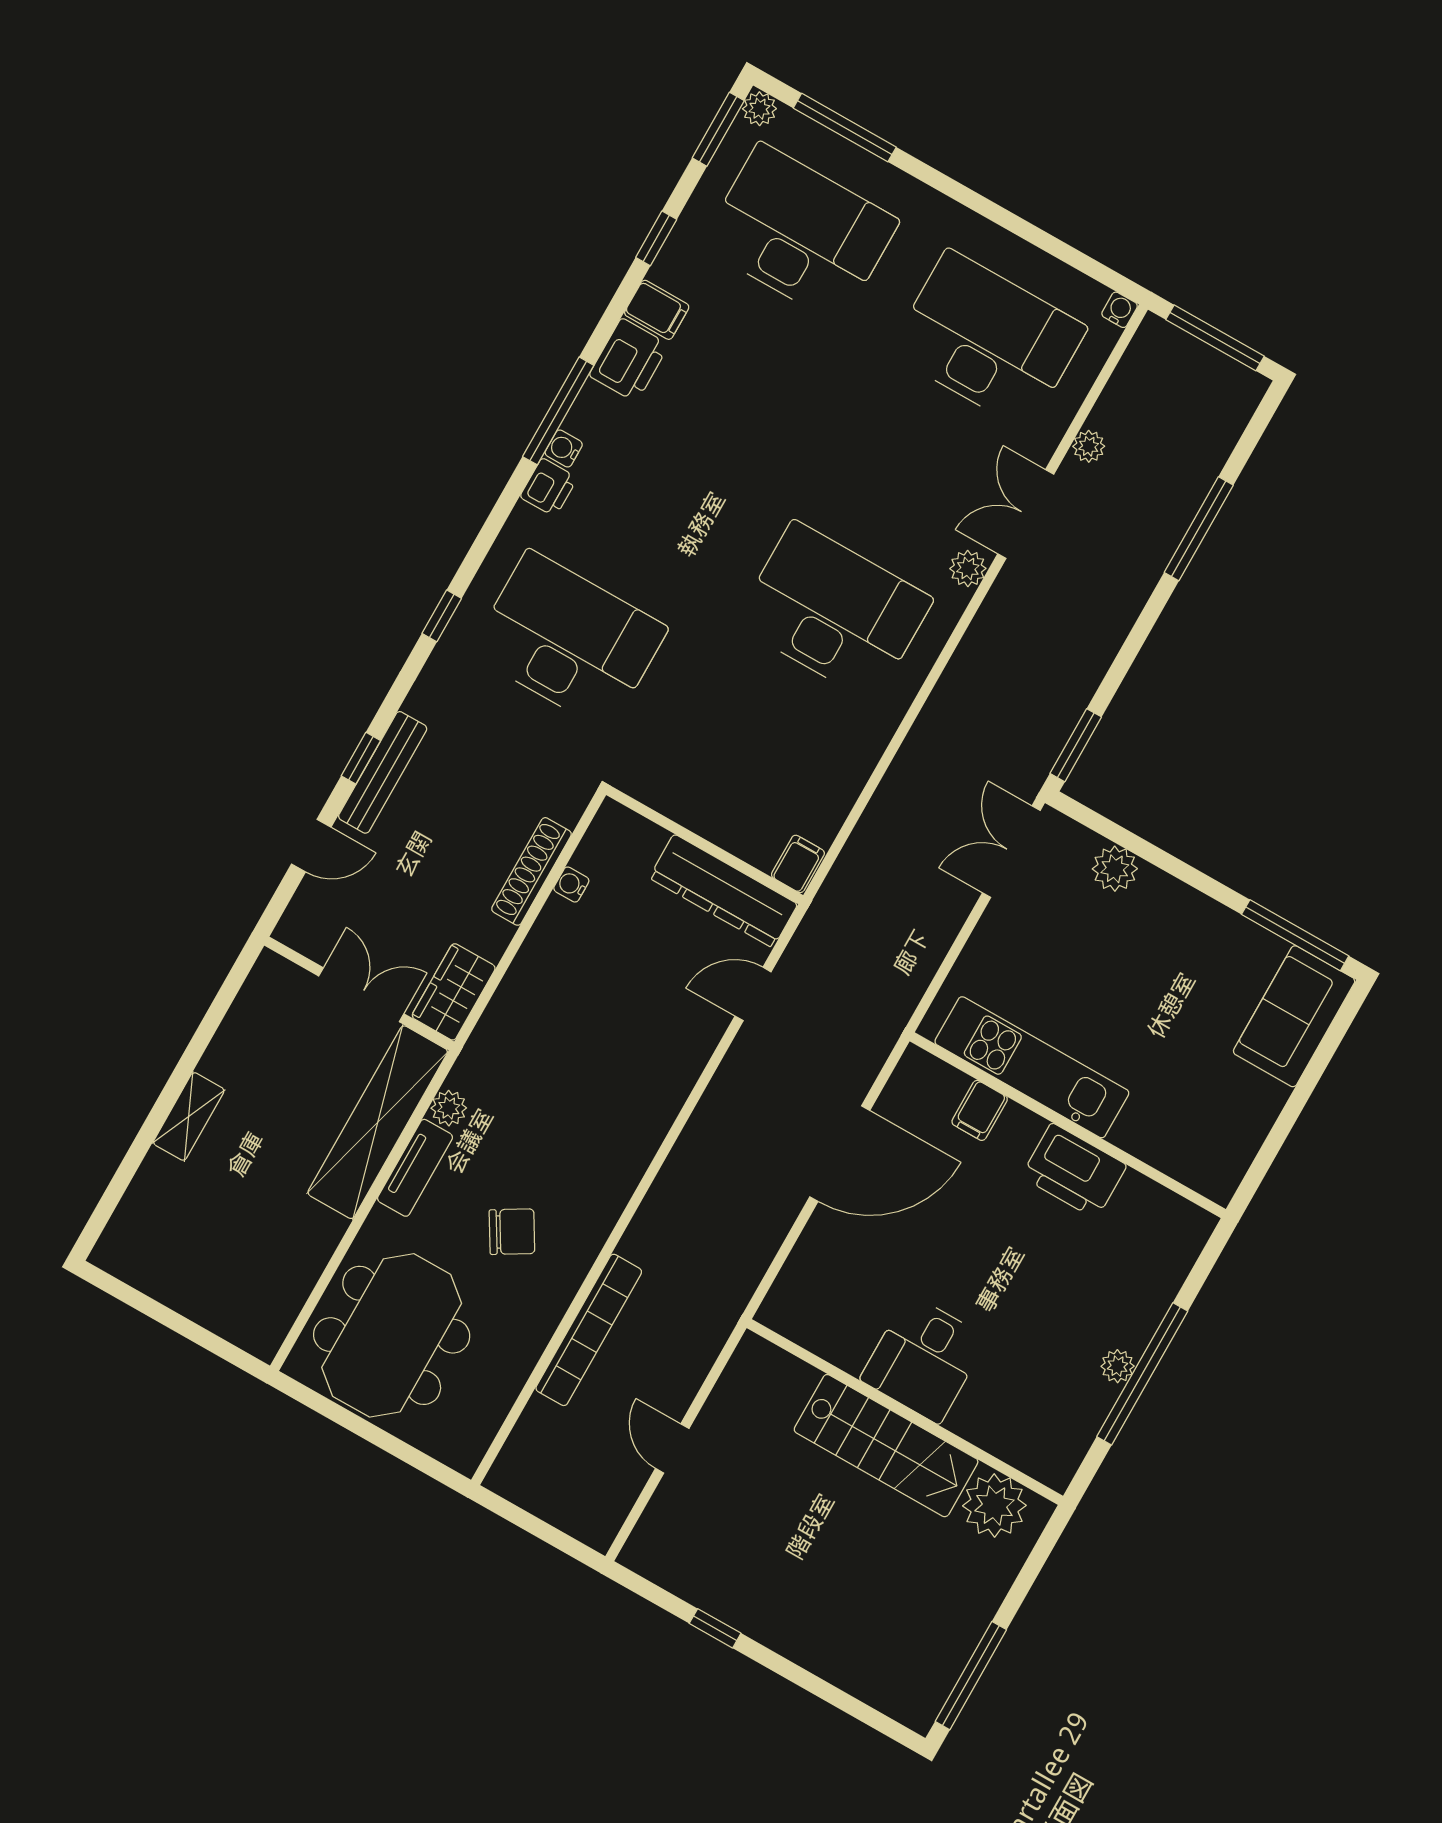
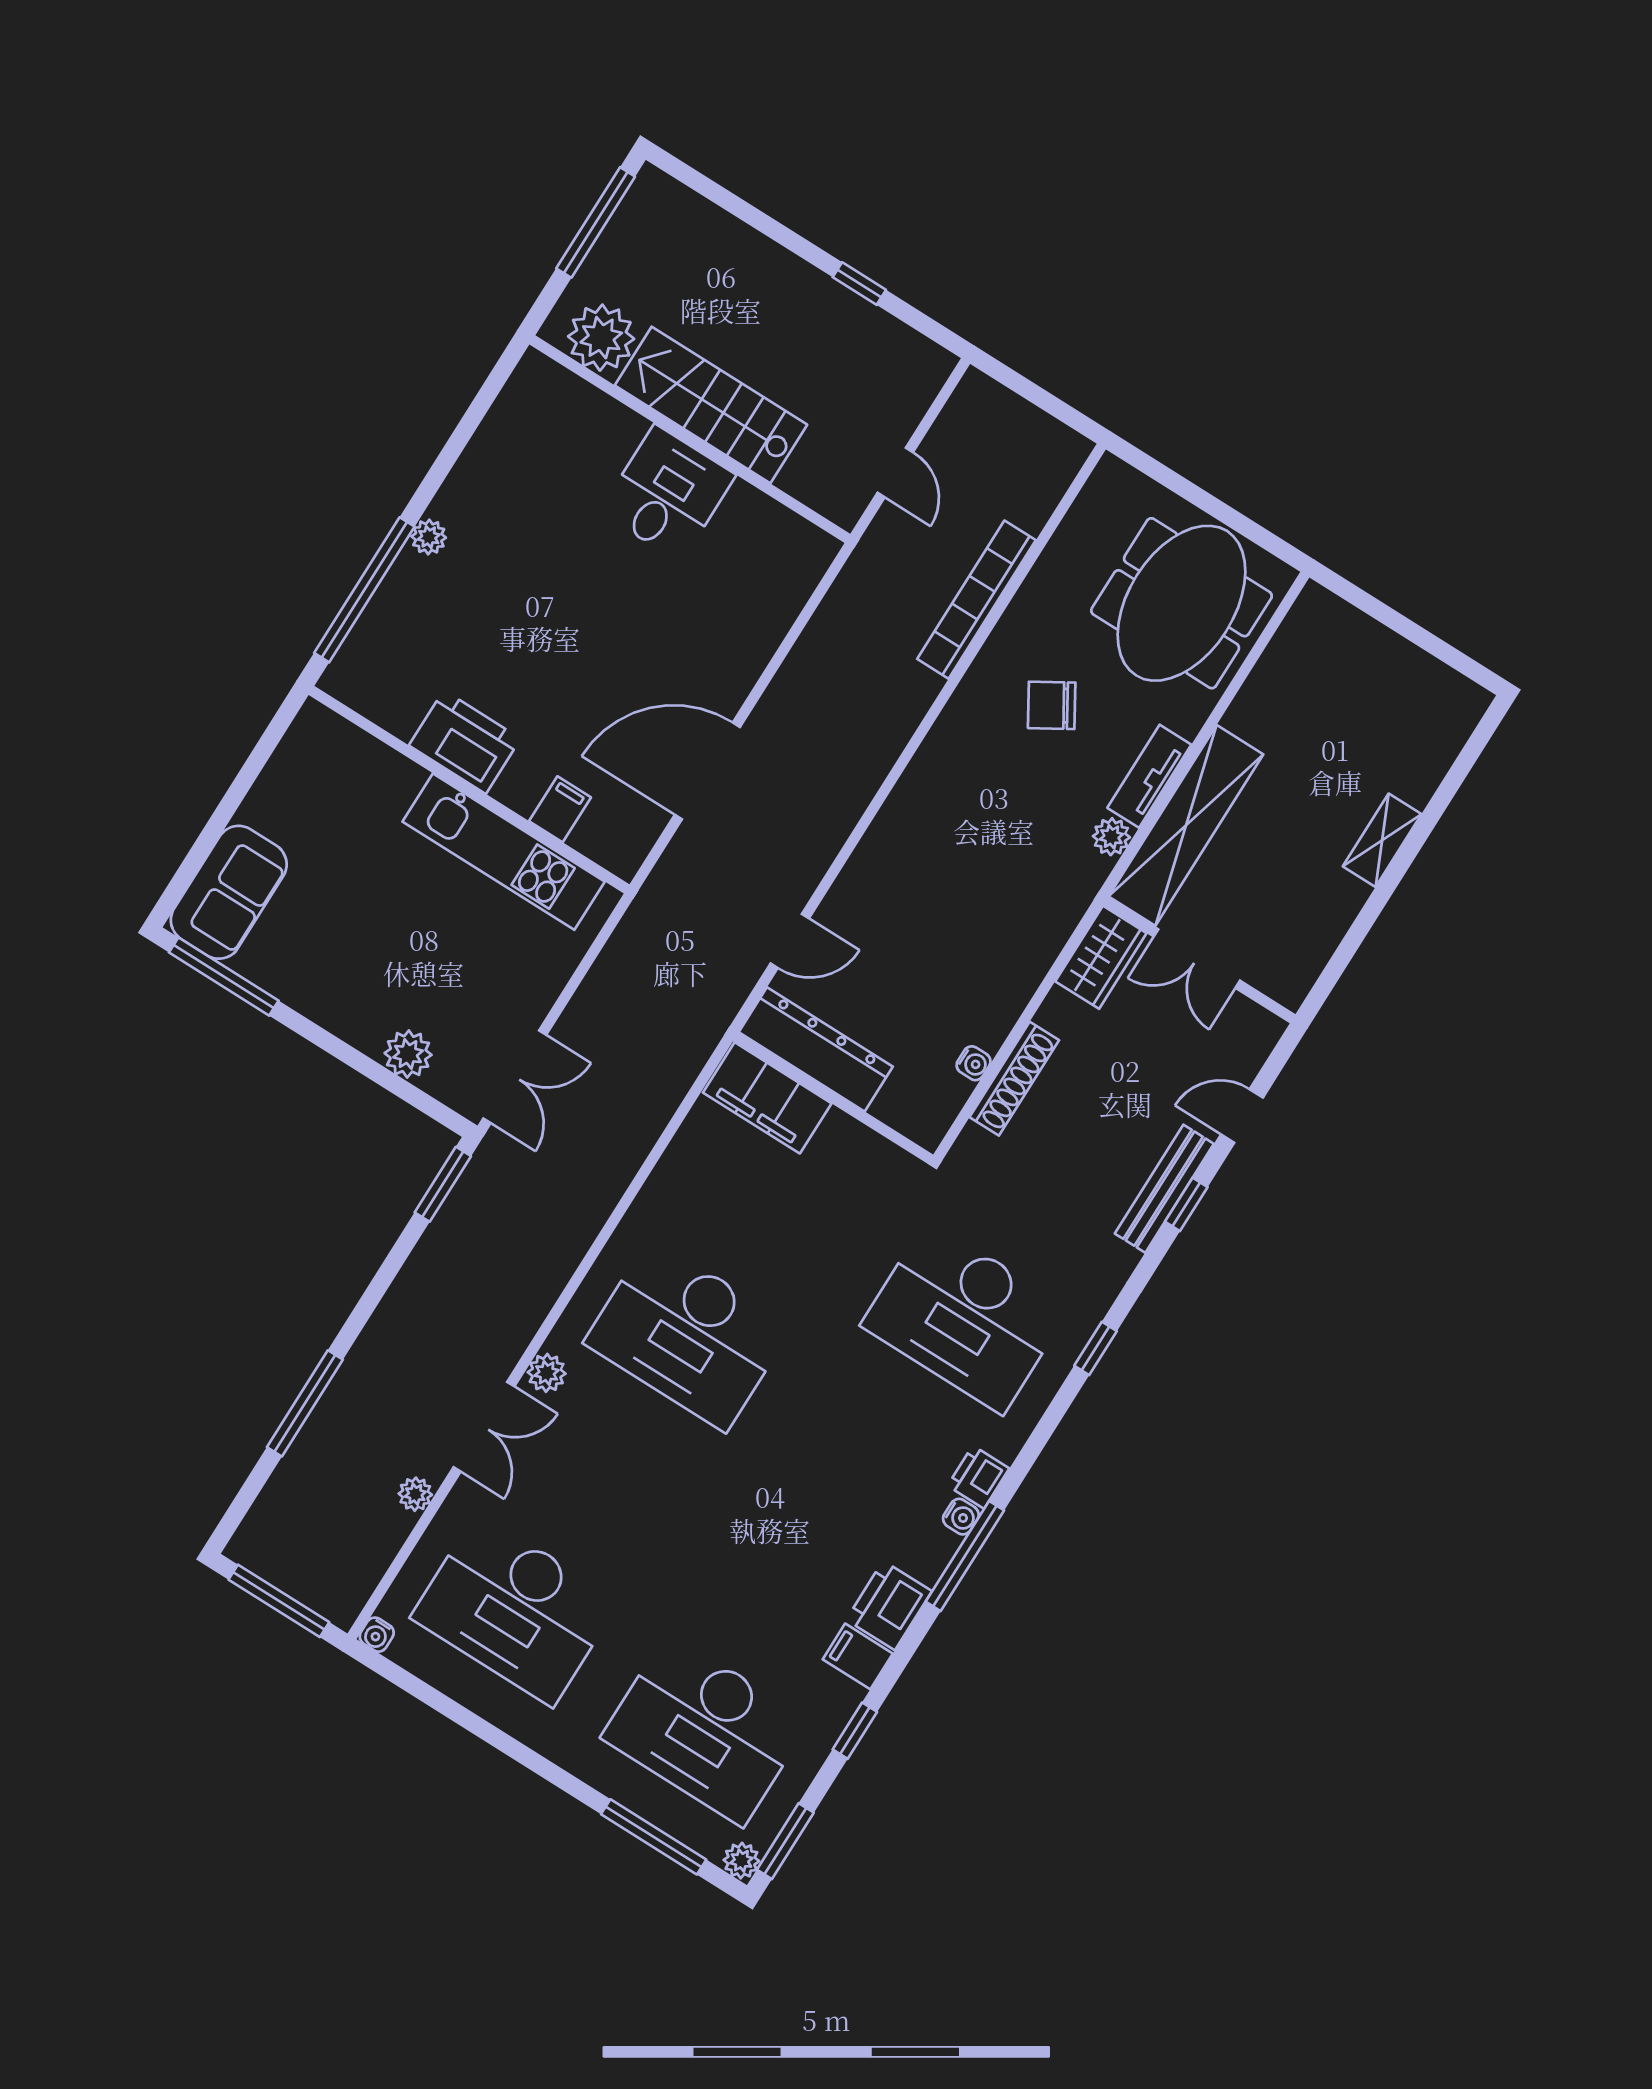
filing cabinet: (798, 864) -> (767, 1098), width x3.00, depth x1.17
desk: (924, 1359) -> (668, 493), moved
window: (1142, 1374) -> (364, 590), moved
wall: (905, 1412) -> (690, 439), moved
stairs: (886, 1446) -> (711, 405), moved
plant: (994, 1506) -> (601, 338), moved

